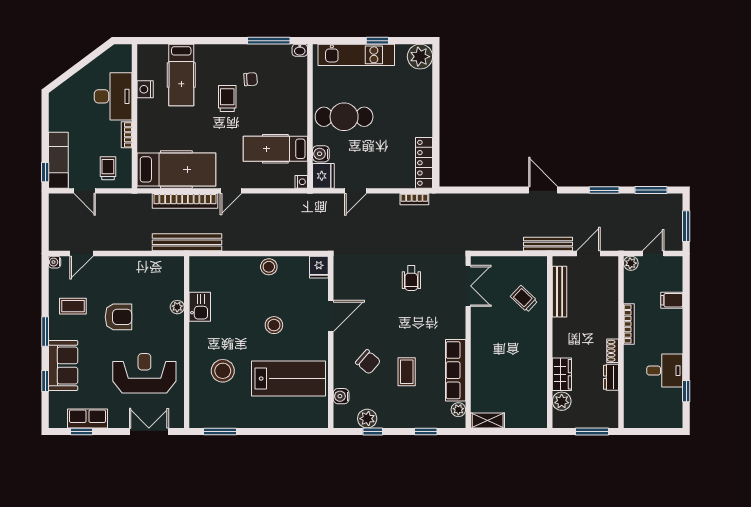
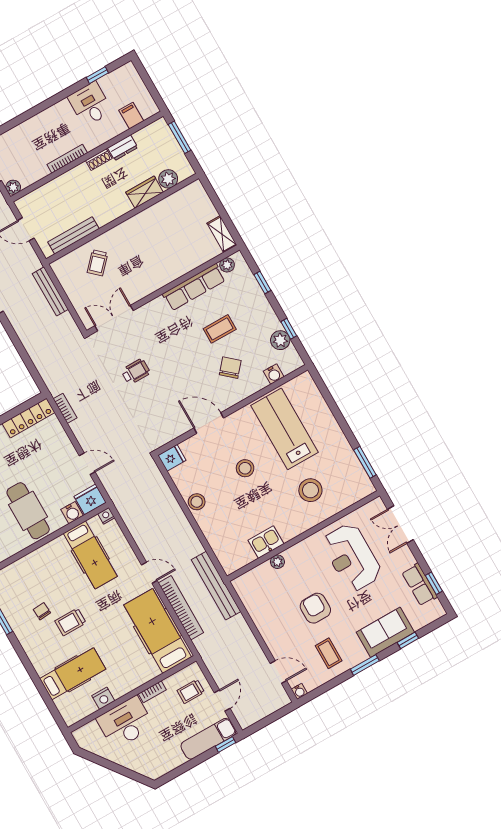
bench: (548, 244) -> (50, 291), moved
filing cabinet: (672, 300) -> (131, 116), moved, turned 180

